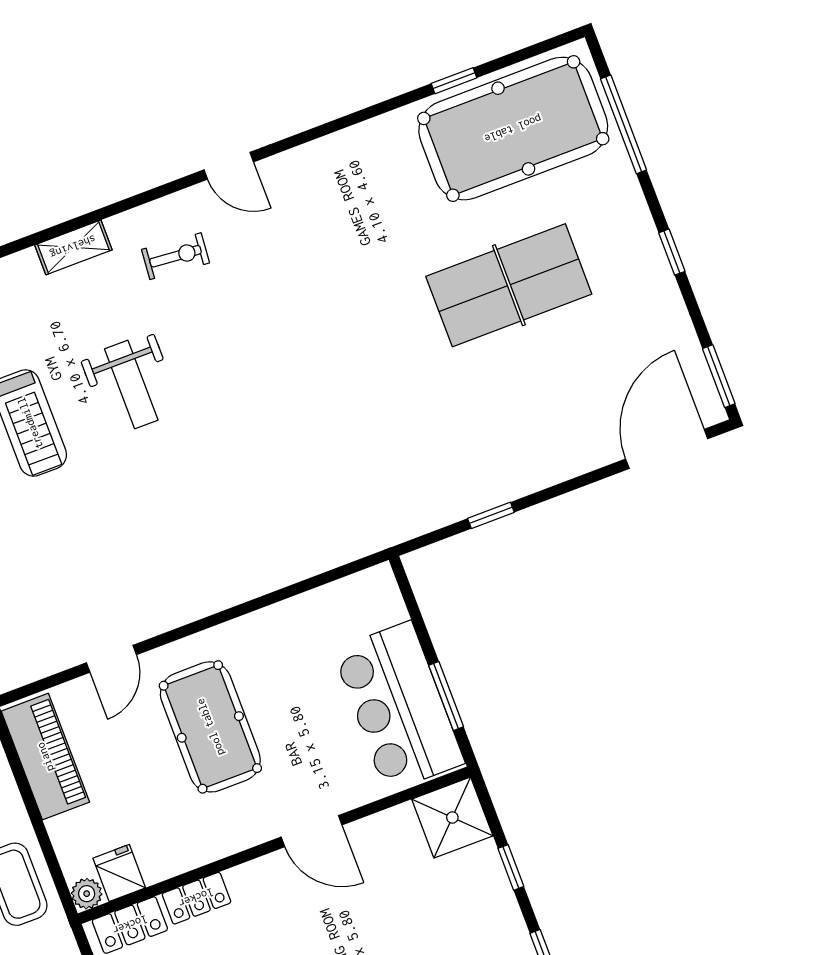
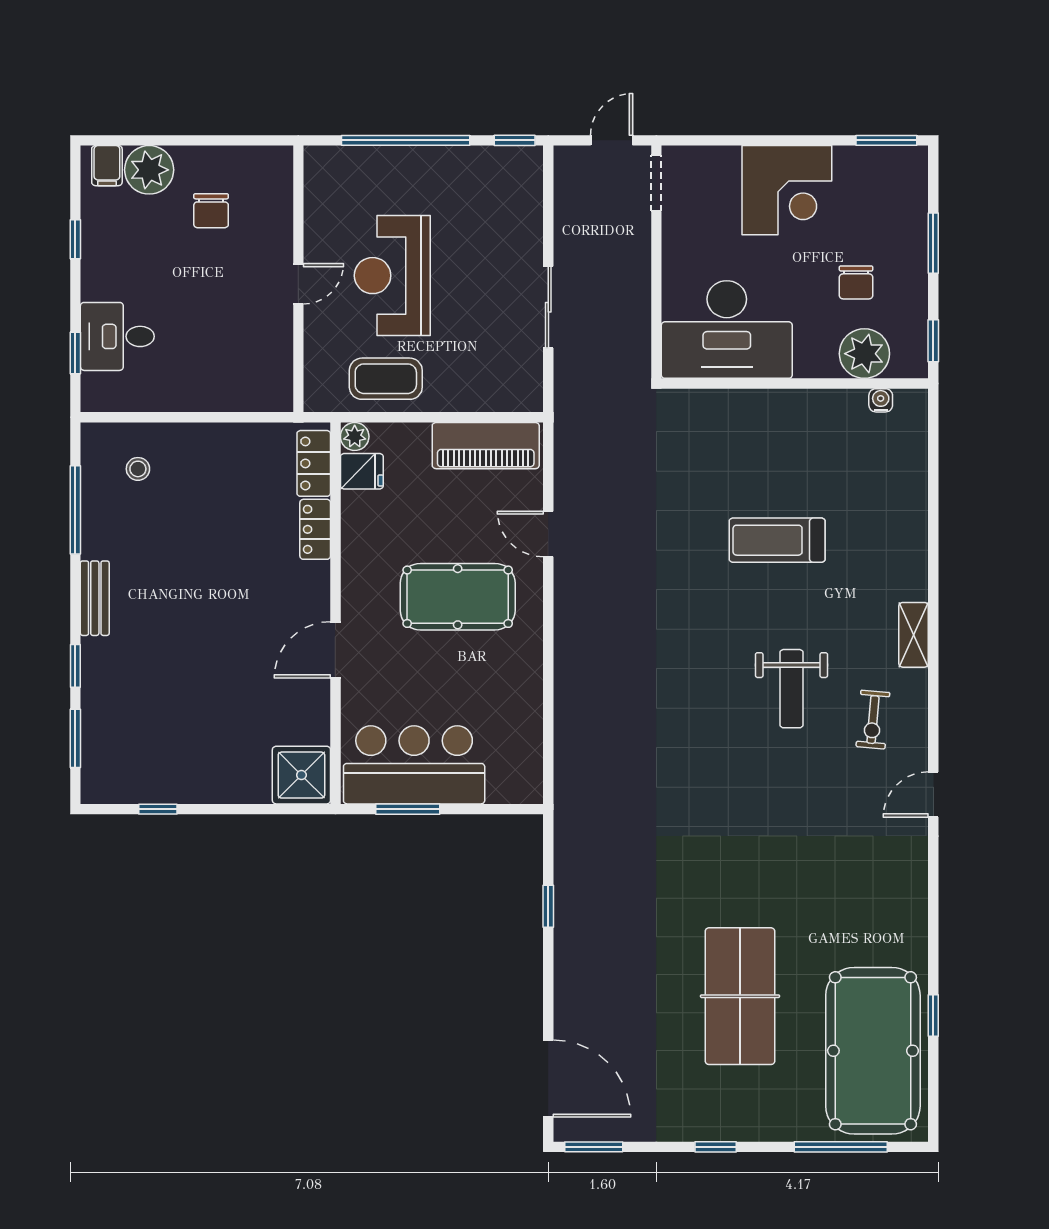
weight bench: (131, 385) -> (792, 689), moved, turned -90
window: (511, 867) -> (240, 809), removed

